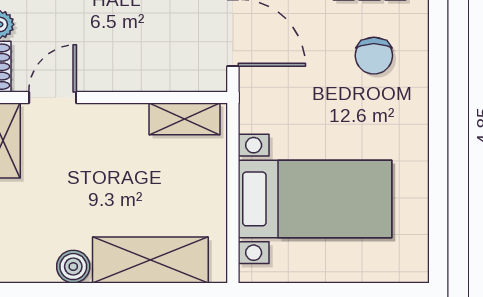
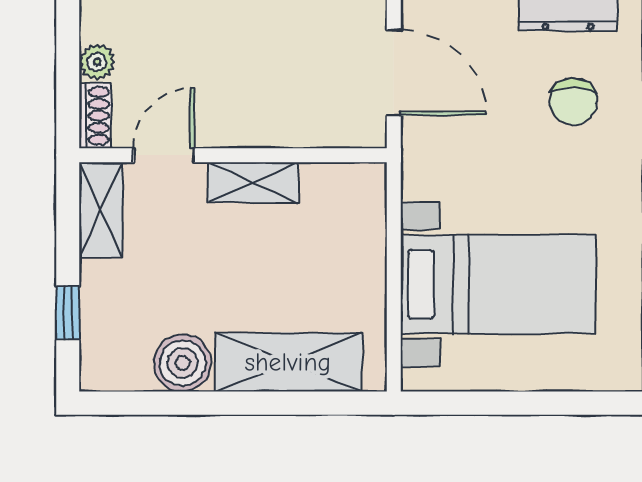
shelving: (184, 119) -> (253, 182), moved
boiler: (73, 267) -> (183, 363), width x1.36, depth x1.36

